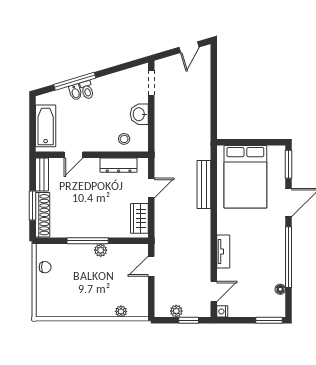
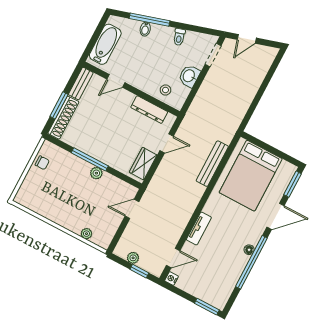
door: (189, 47) -> (247, 39), moved
toilet: (87, 90) -> (179, 37), moved
floor lamp: (280, 289) -> (249, 250), moved

